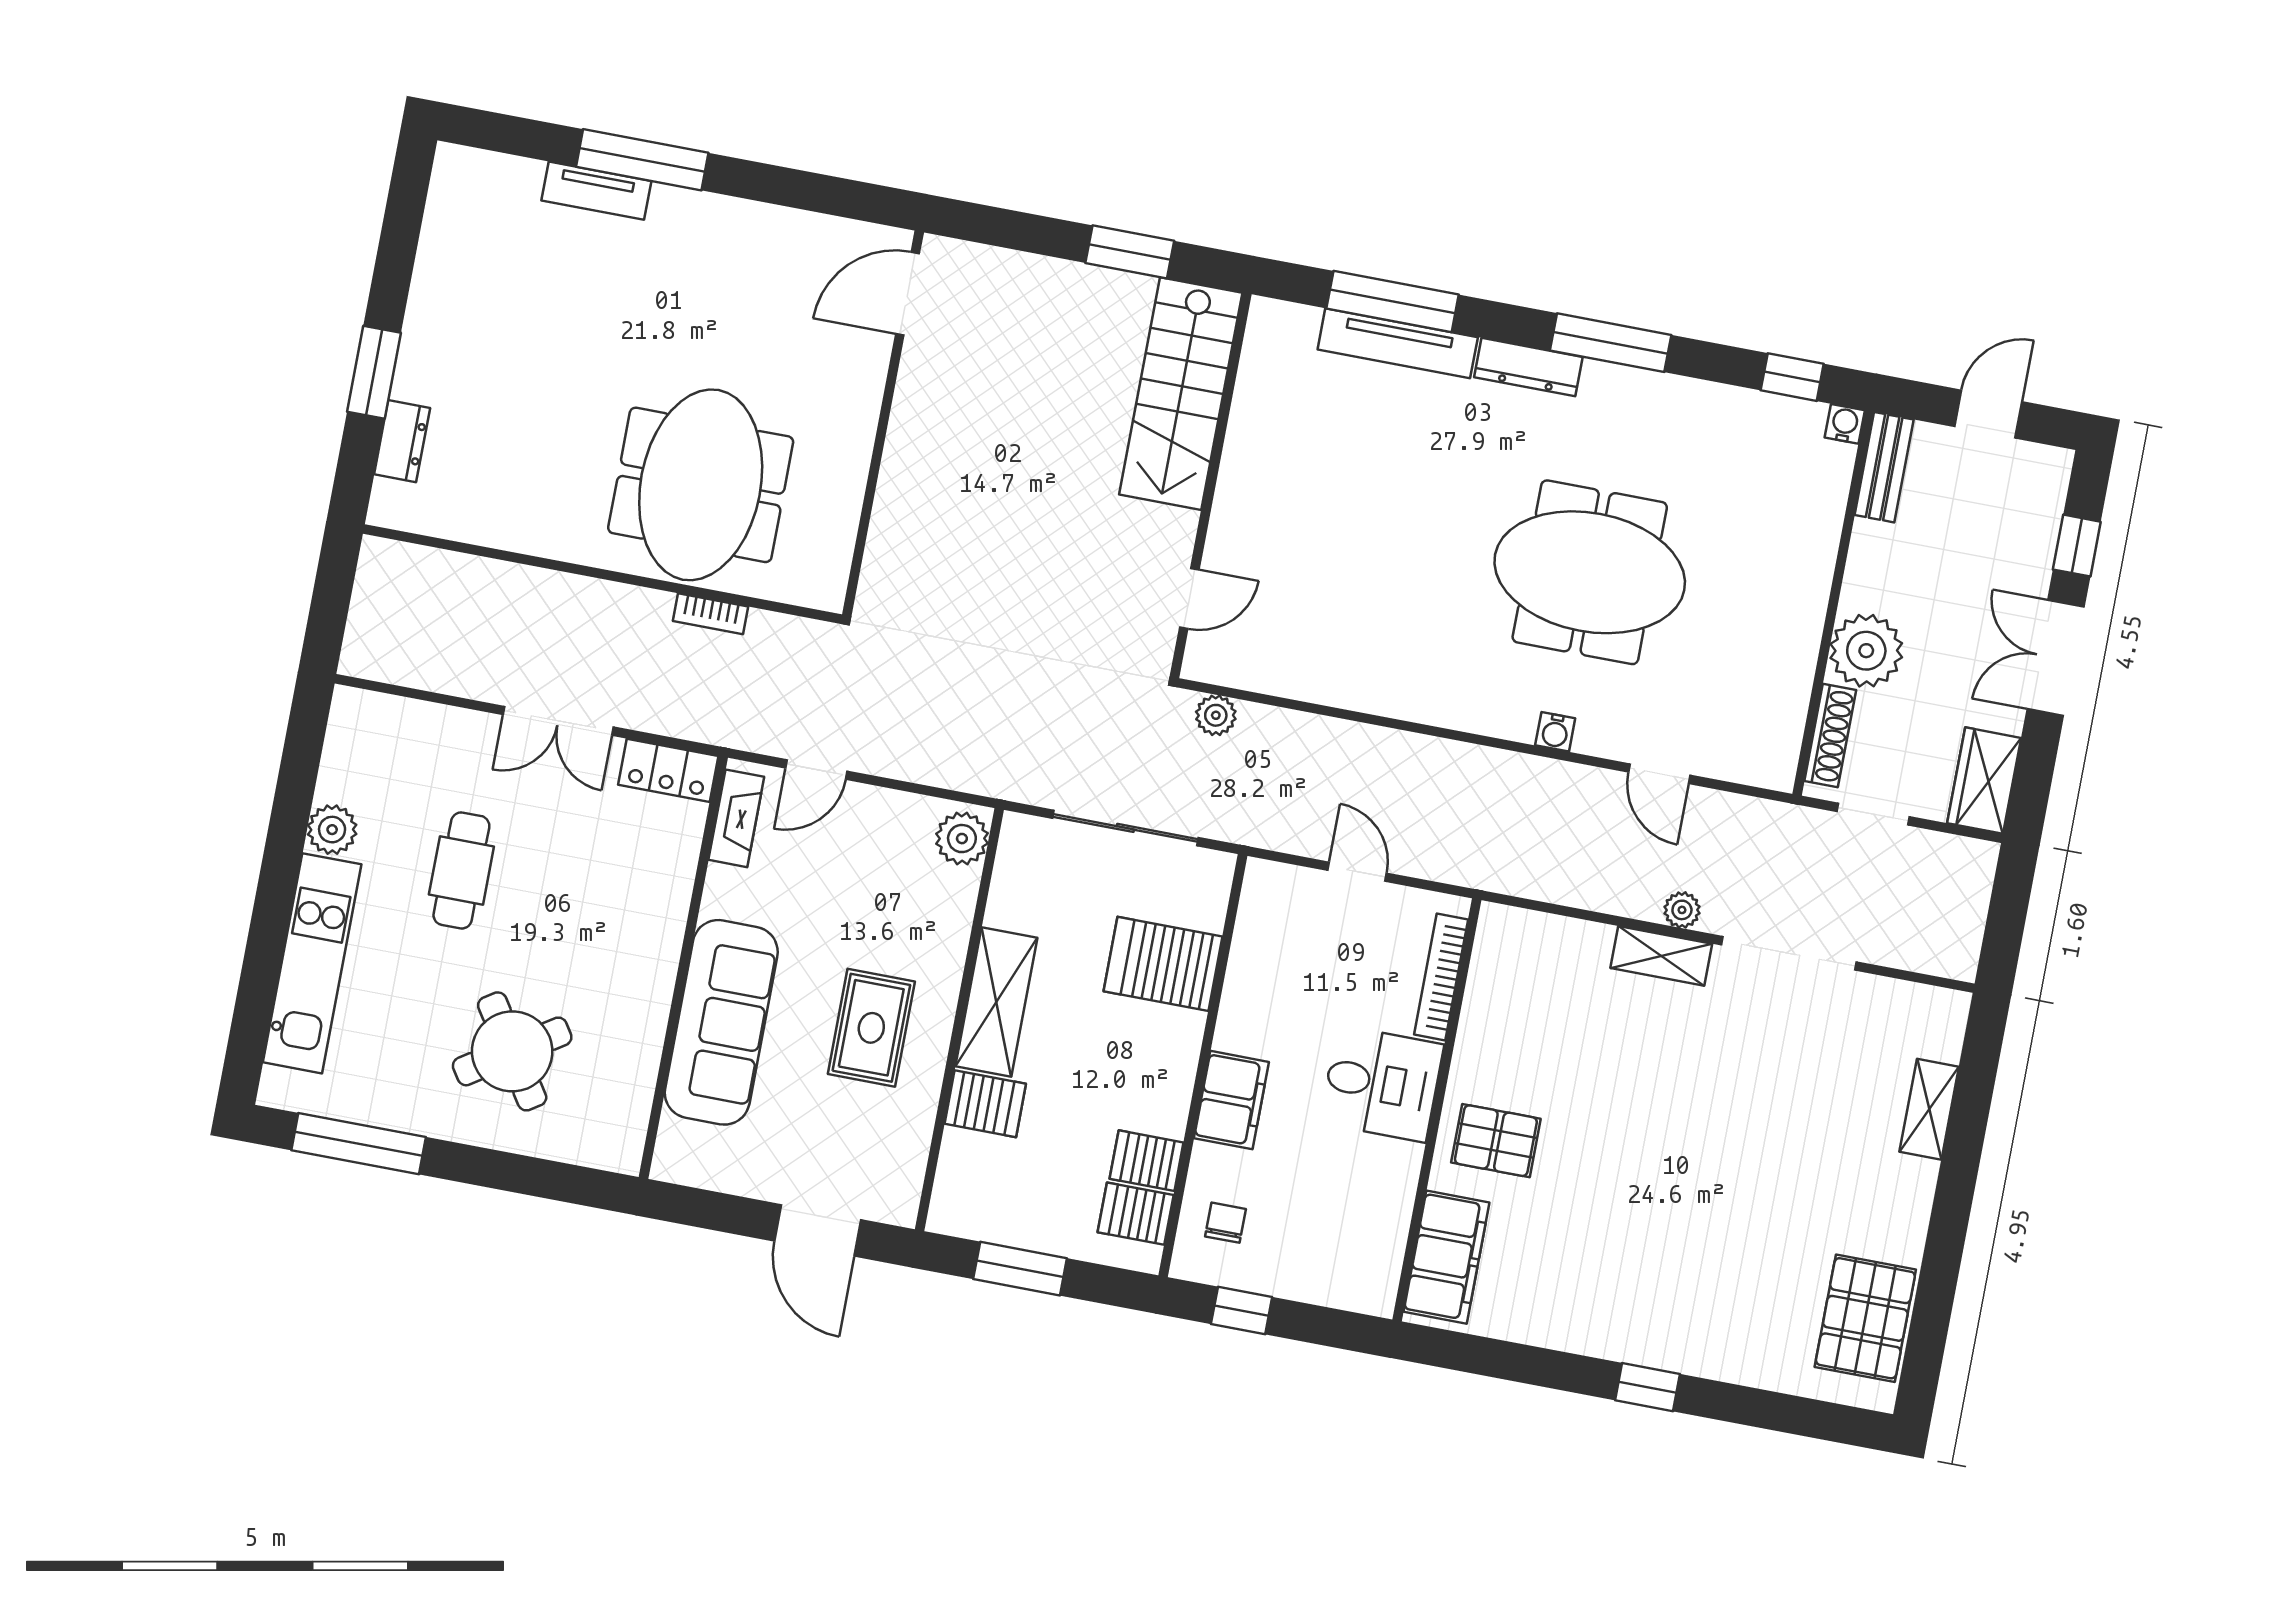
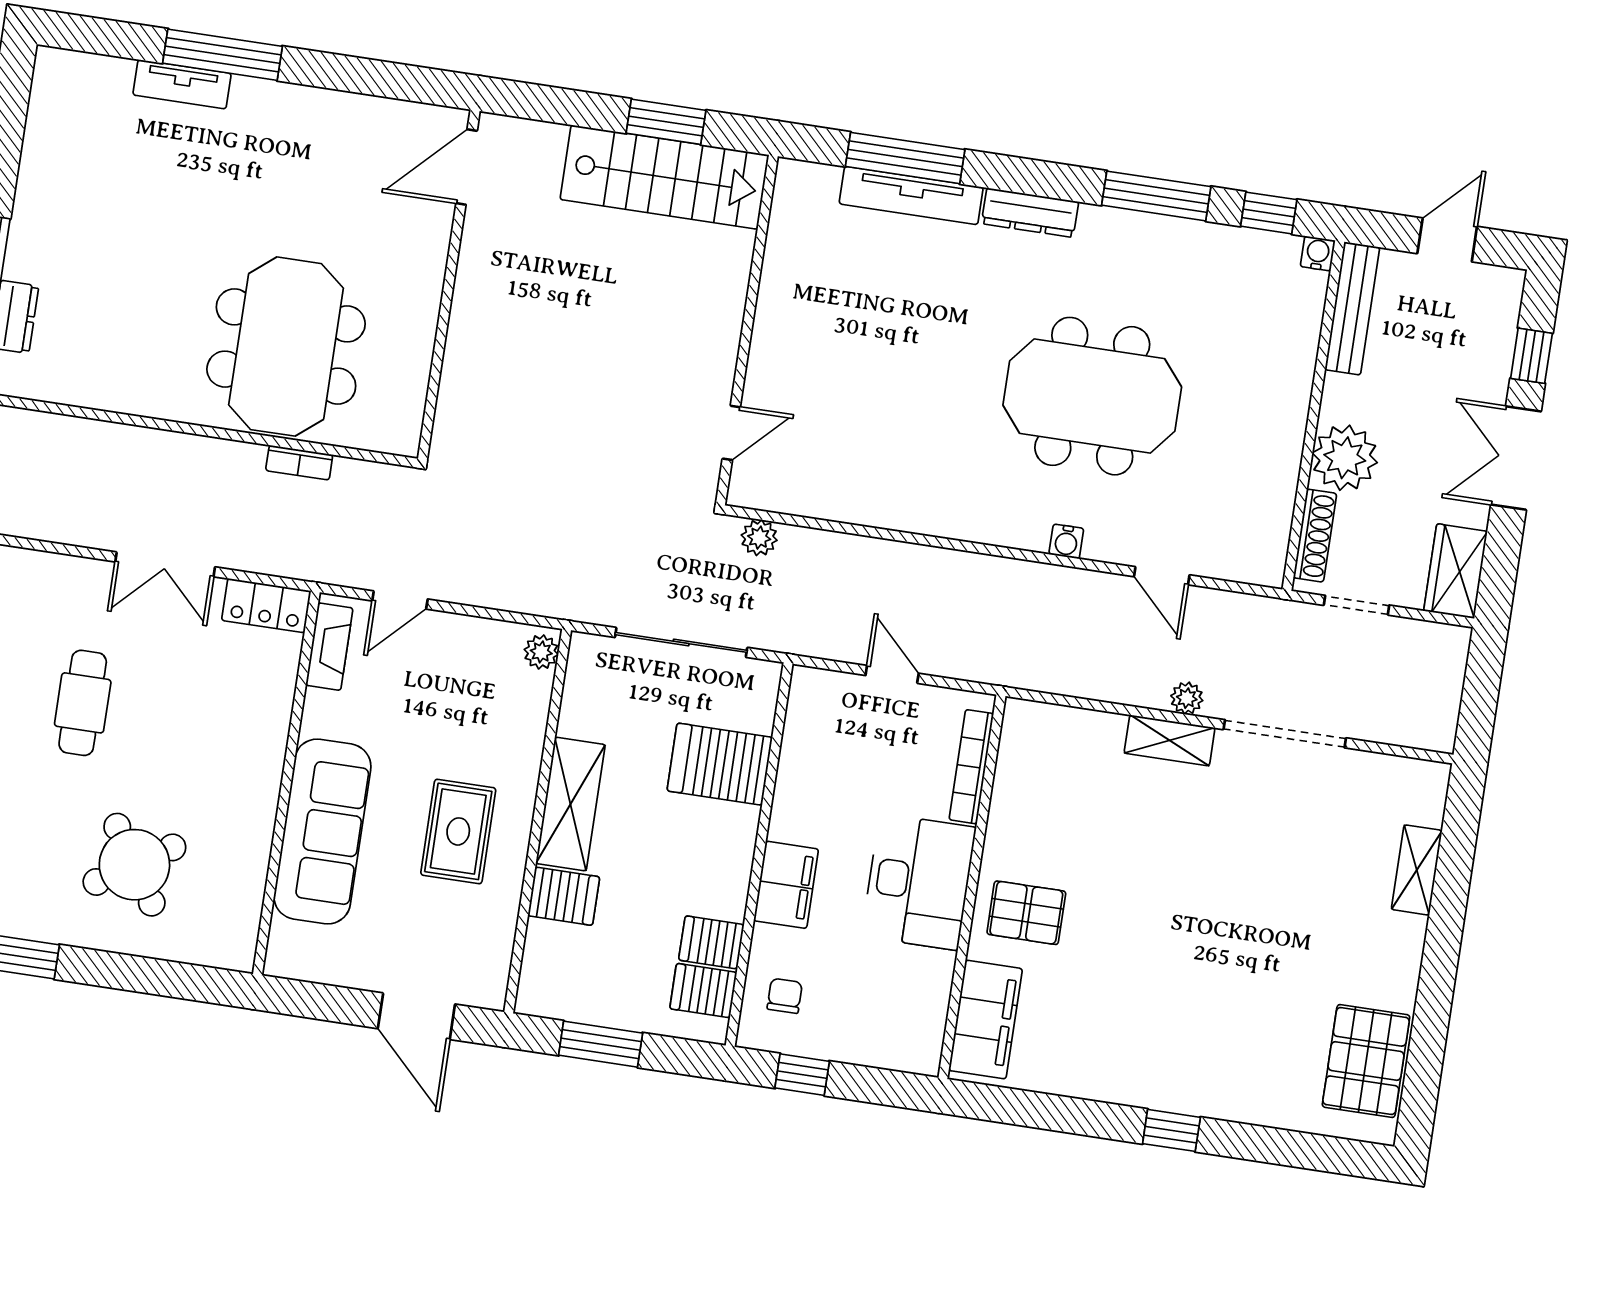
window: (1611, 343) -> (1156, 196), moved
stairs: (1181, 394) -> (664, 177), moved, turned -90
bench: (1884, 467) -> (1352, 308), width x1.36
plant: (962, 839) -> (541, 652), width x0.73, depth x0.73
desk: (1382, 1084) -> (919, 882), width x1.37

